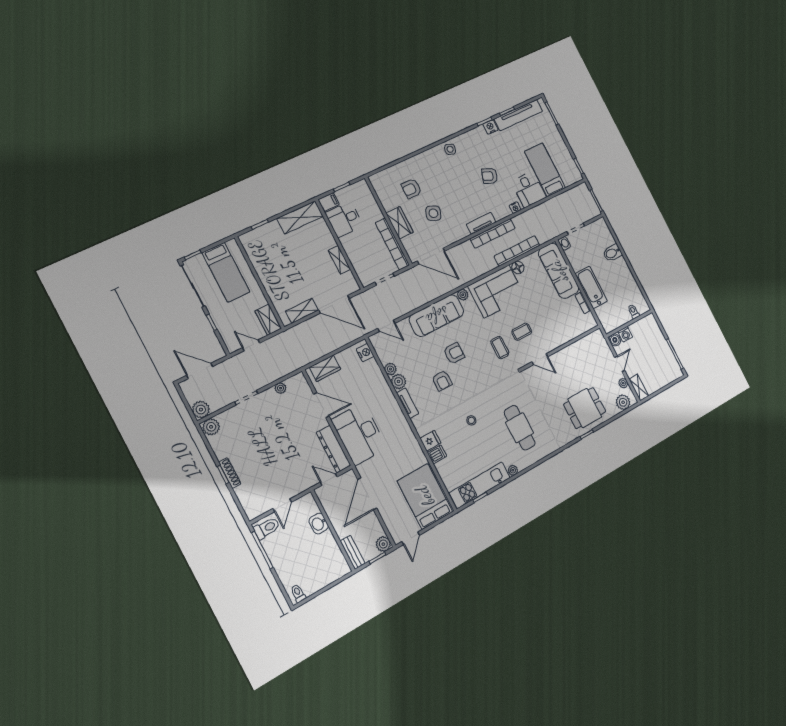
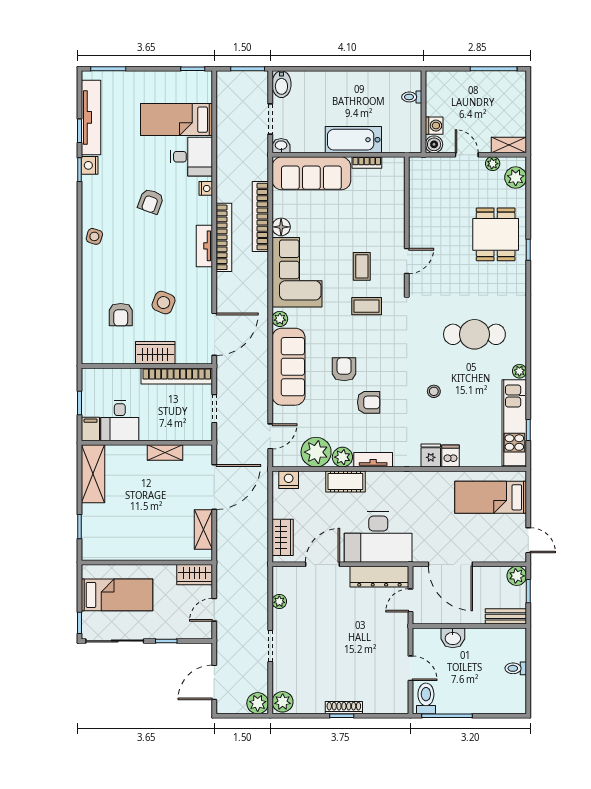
bidet: (612, 253) -> (281, 84), moved
plant: (390, 369) -> (316, 452), width x1.88, depth x1.88
cot: (384, 392) -> (345, 481), added
bed: (425, 496) -> (491, 497), width x0.67
toilet: (298, 593) -> (516, 668), moved

